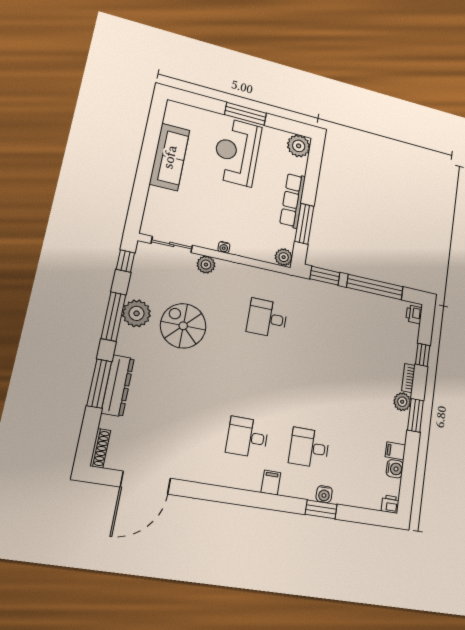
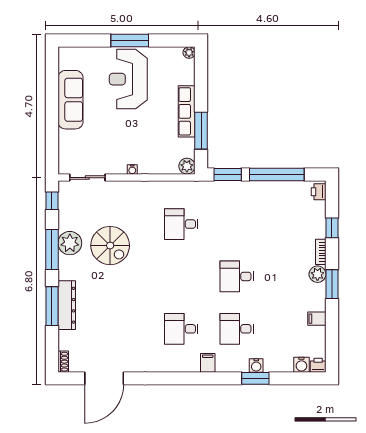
plant: (299, 146) -> (189, 53), width x0.53, depth x0.53
plant: (206, 265) -> (120, 188), removed
spiral stairs: (183, 326) -> (110, 246), turned 180
desk: (318, 388) -> (237, 276), added
shoe rack: (100, 448) -> (63, 362), width x0.70
water cooler: (395, 469) -> (301, 365), moved, turned 90

